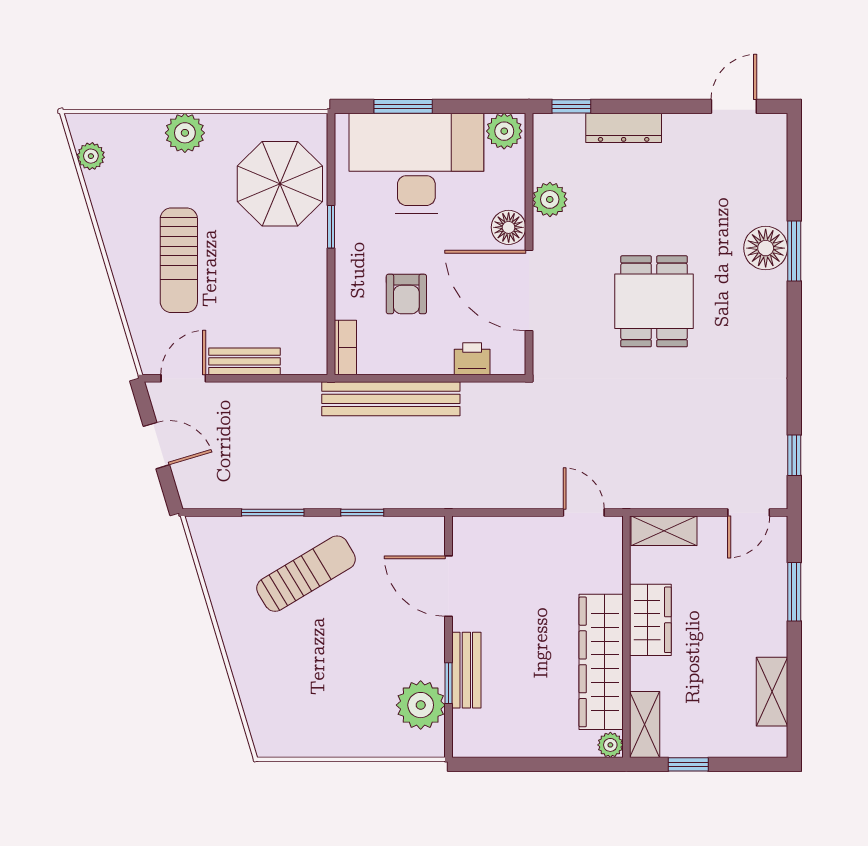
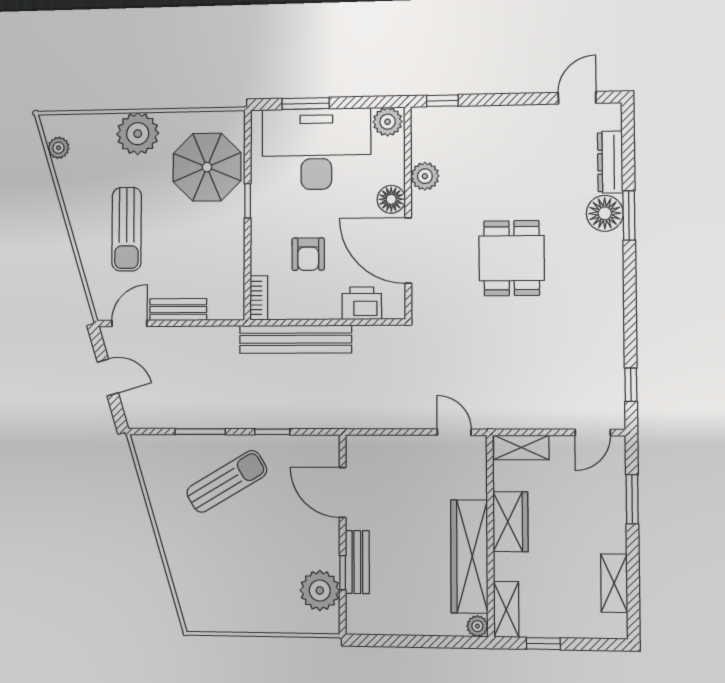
dresser: (624, 128) -> (610, 162), moved, turned 90
plant: (185, 133) -> (138, 134), width x1.36, depth x1.36
printer: (472, 359) -> (362, 303), width x1.36, depth x1.24

